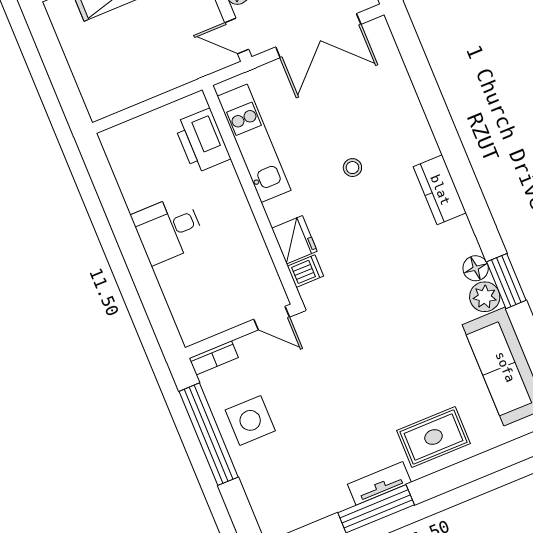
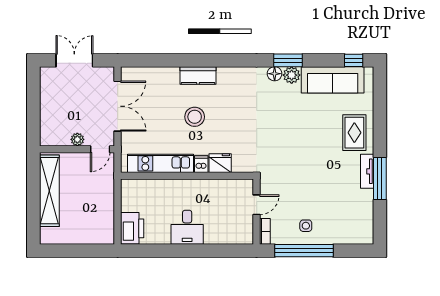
printer: (202, 141) -> (132, 228), moved, turned -90
stool: (352, 168) -> (195, 117), width x1.89, depth x1.89
kitchen counter: (440, 190) -> (198, 75), moved
dishwasher: (305, 271) -> (201, 164), moved
door: (272, 318) -> (257, 205), moved
side table: (250, 420) -> (306, 226), width x0.54, depth x0.54

